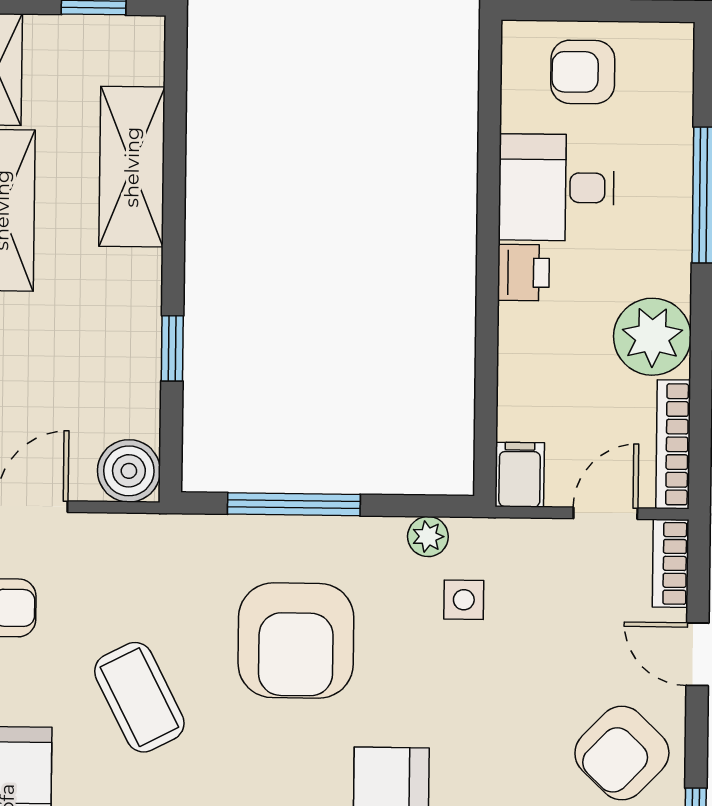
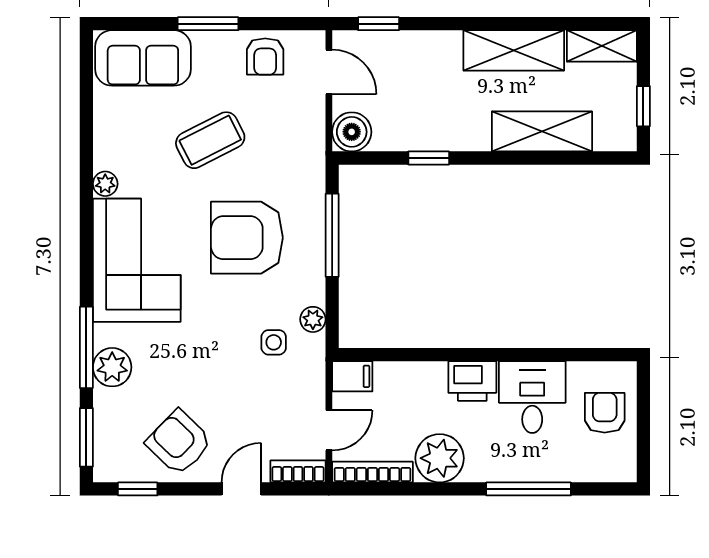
printer: (523, 273) -> (472, 381), width x1.36, depth x1.24
door: (605, 513) -> (329, 430), hinge flipped

